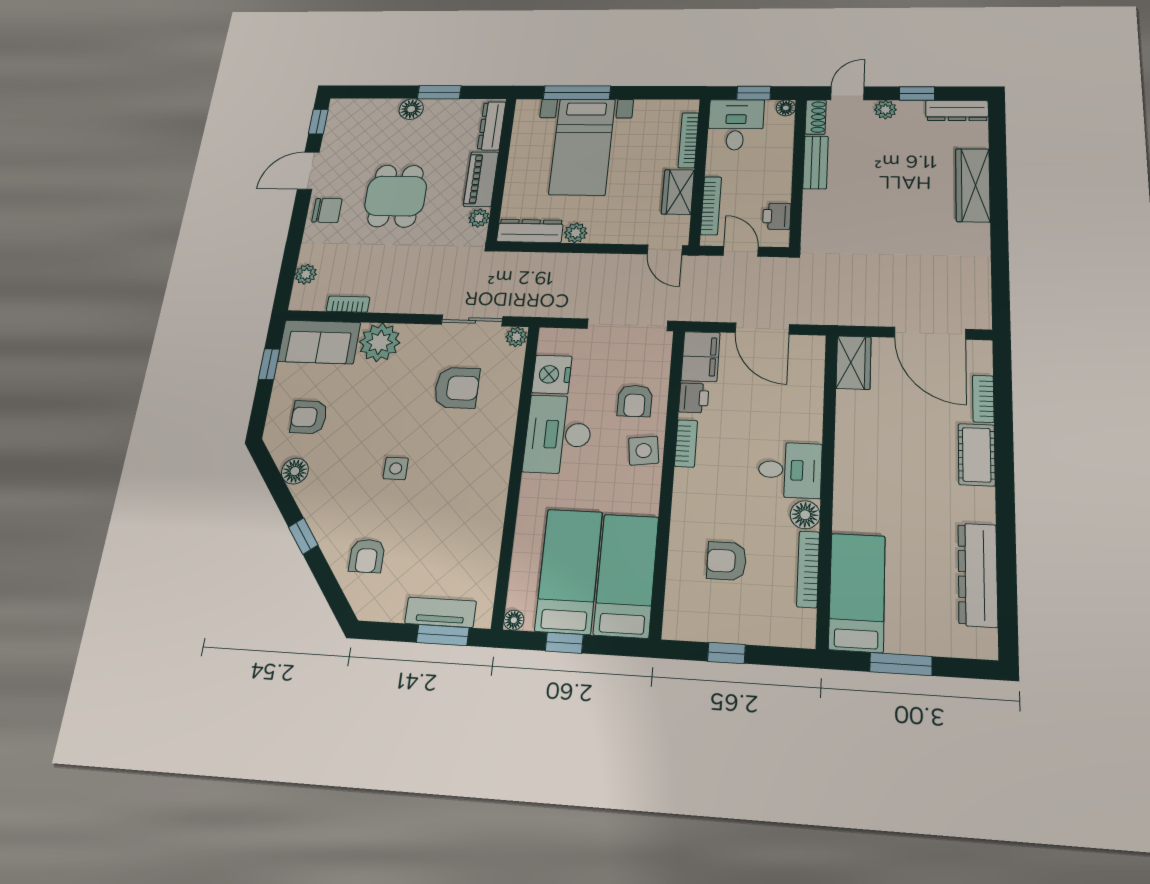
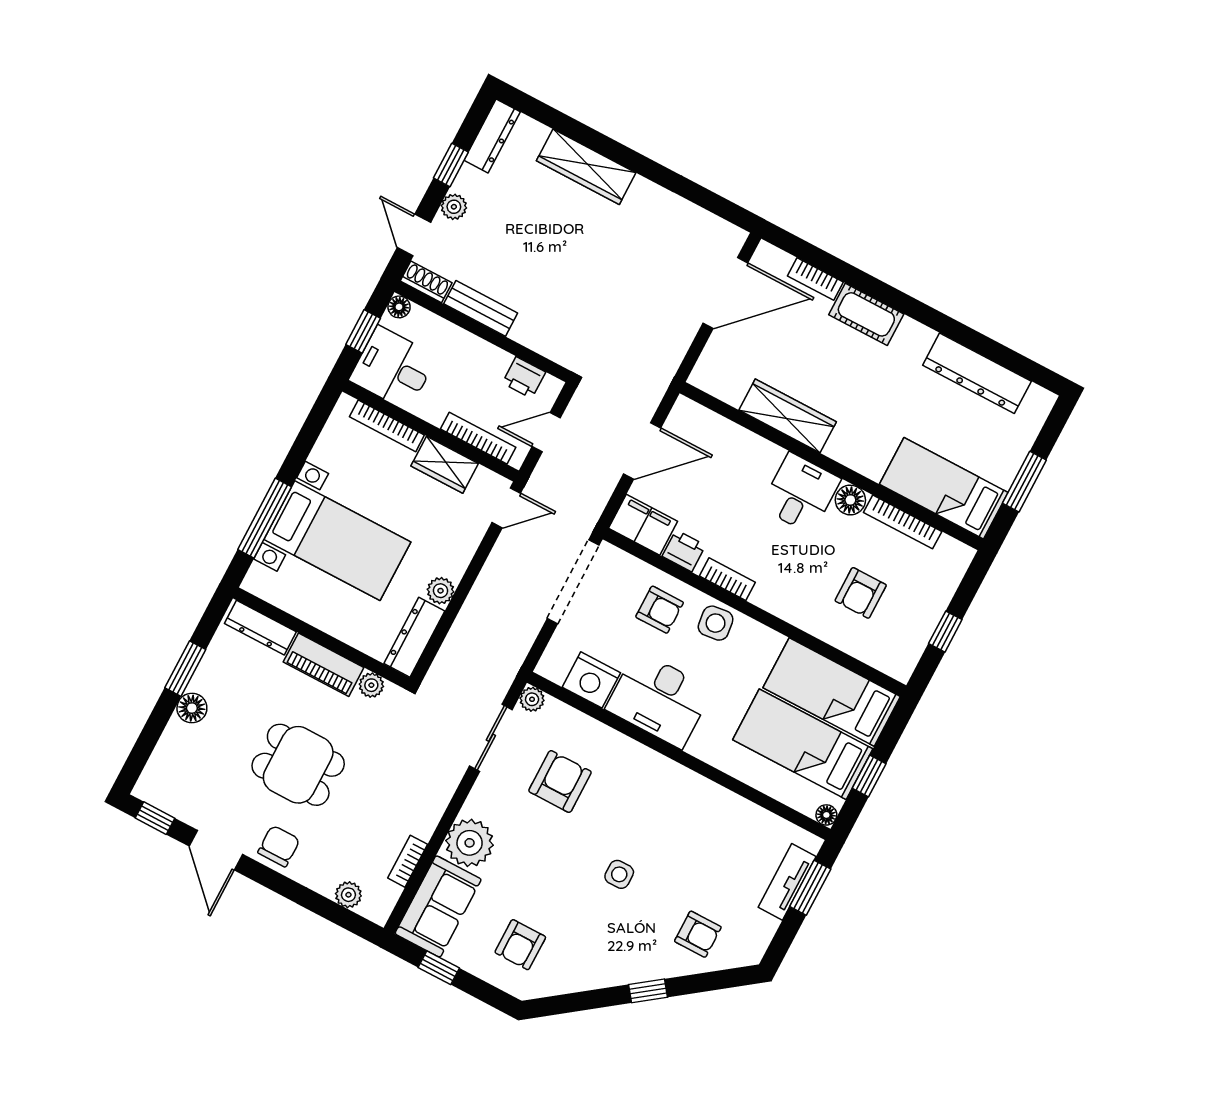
wardrobe: (854, 363) -> (788, 416), moved, width x1.50
floor lamp: (295, 471) -> (574, 978), removed

